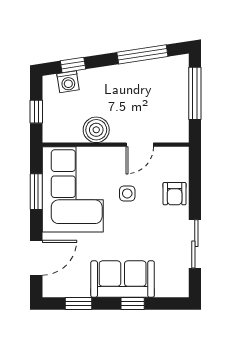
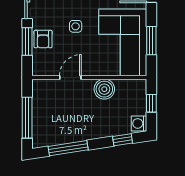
washing machine: (68, 82) -> (139, 123), moved, turned -81
window: (195, 191) -> (27, 41), added
side table: (127, 193) -> (76, 26), moved
armchair: (175, 194) -> (43, 39), turned 180

